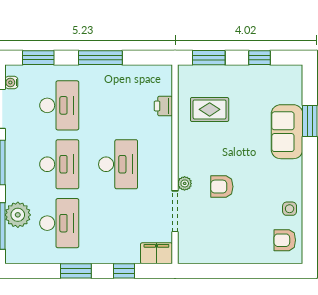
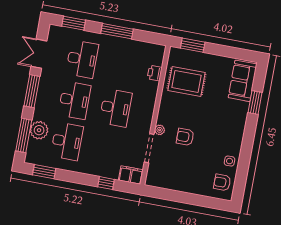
window: (259, 58) -> (228, 52), removed
water cooler: (11, 82) -> (52, 37), removed
rug: (210, 109) -> (187, 81), width x1.36, depth x1.43
sofa: (287, 132) -> (243, 81), moved
window: (76, 271) -> (44, 172), moved

